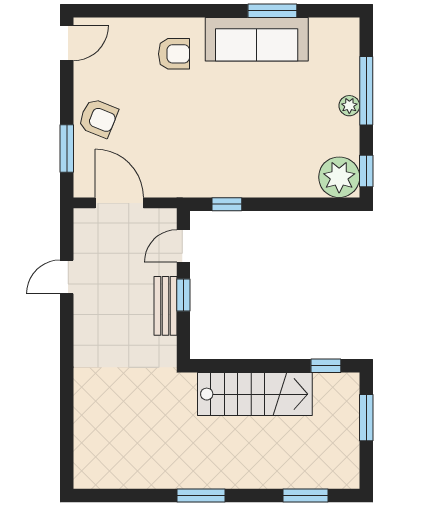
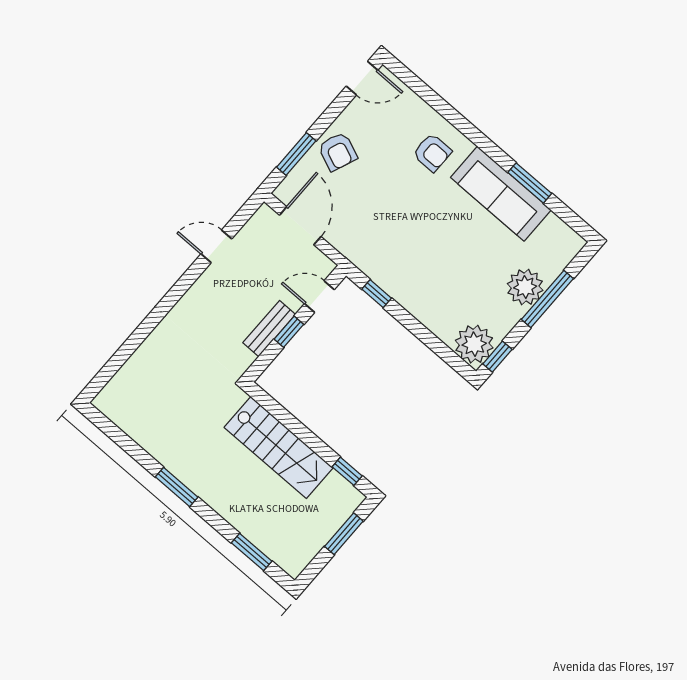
plant: (349, 106) -> (525, 287), width x1.87, depth x1.87

